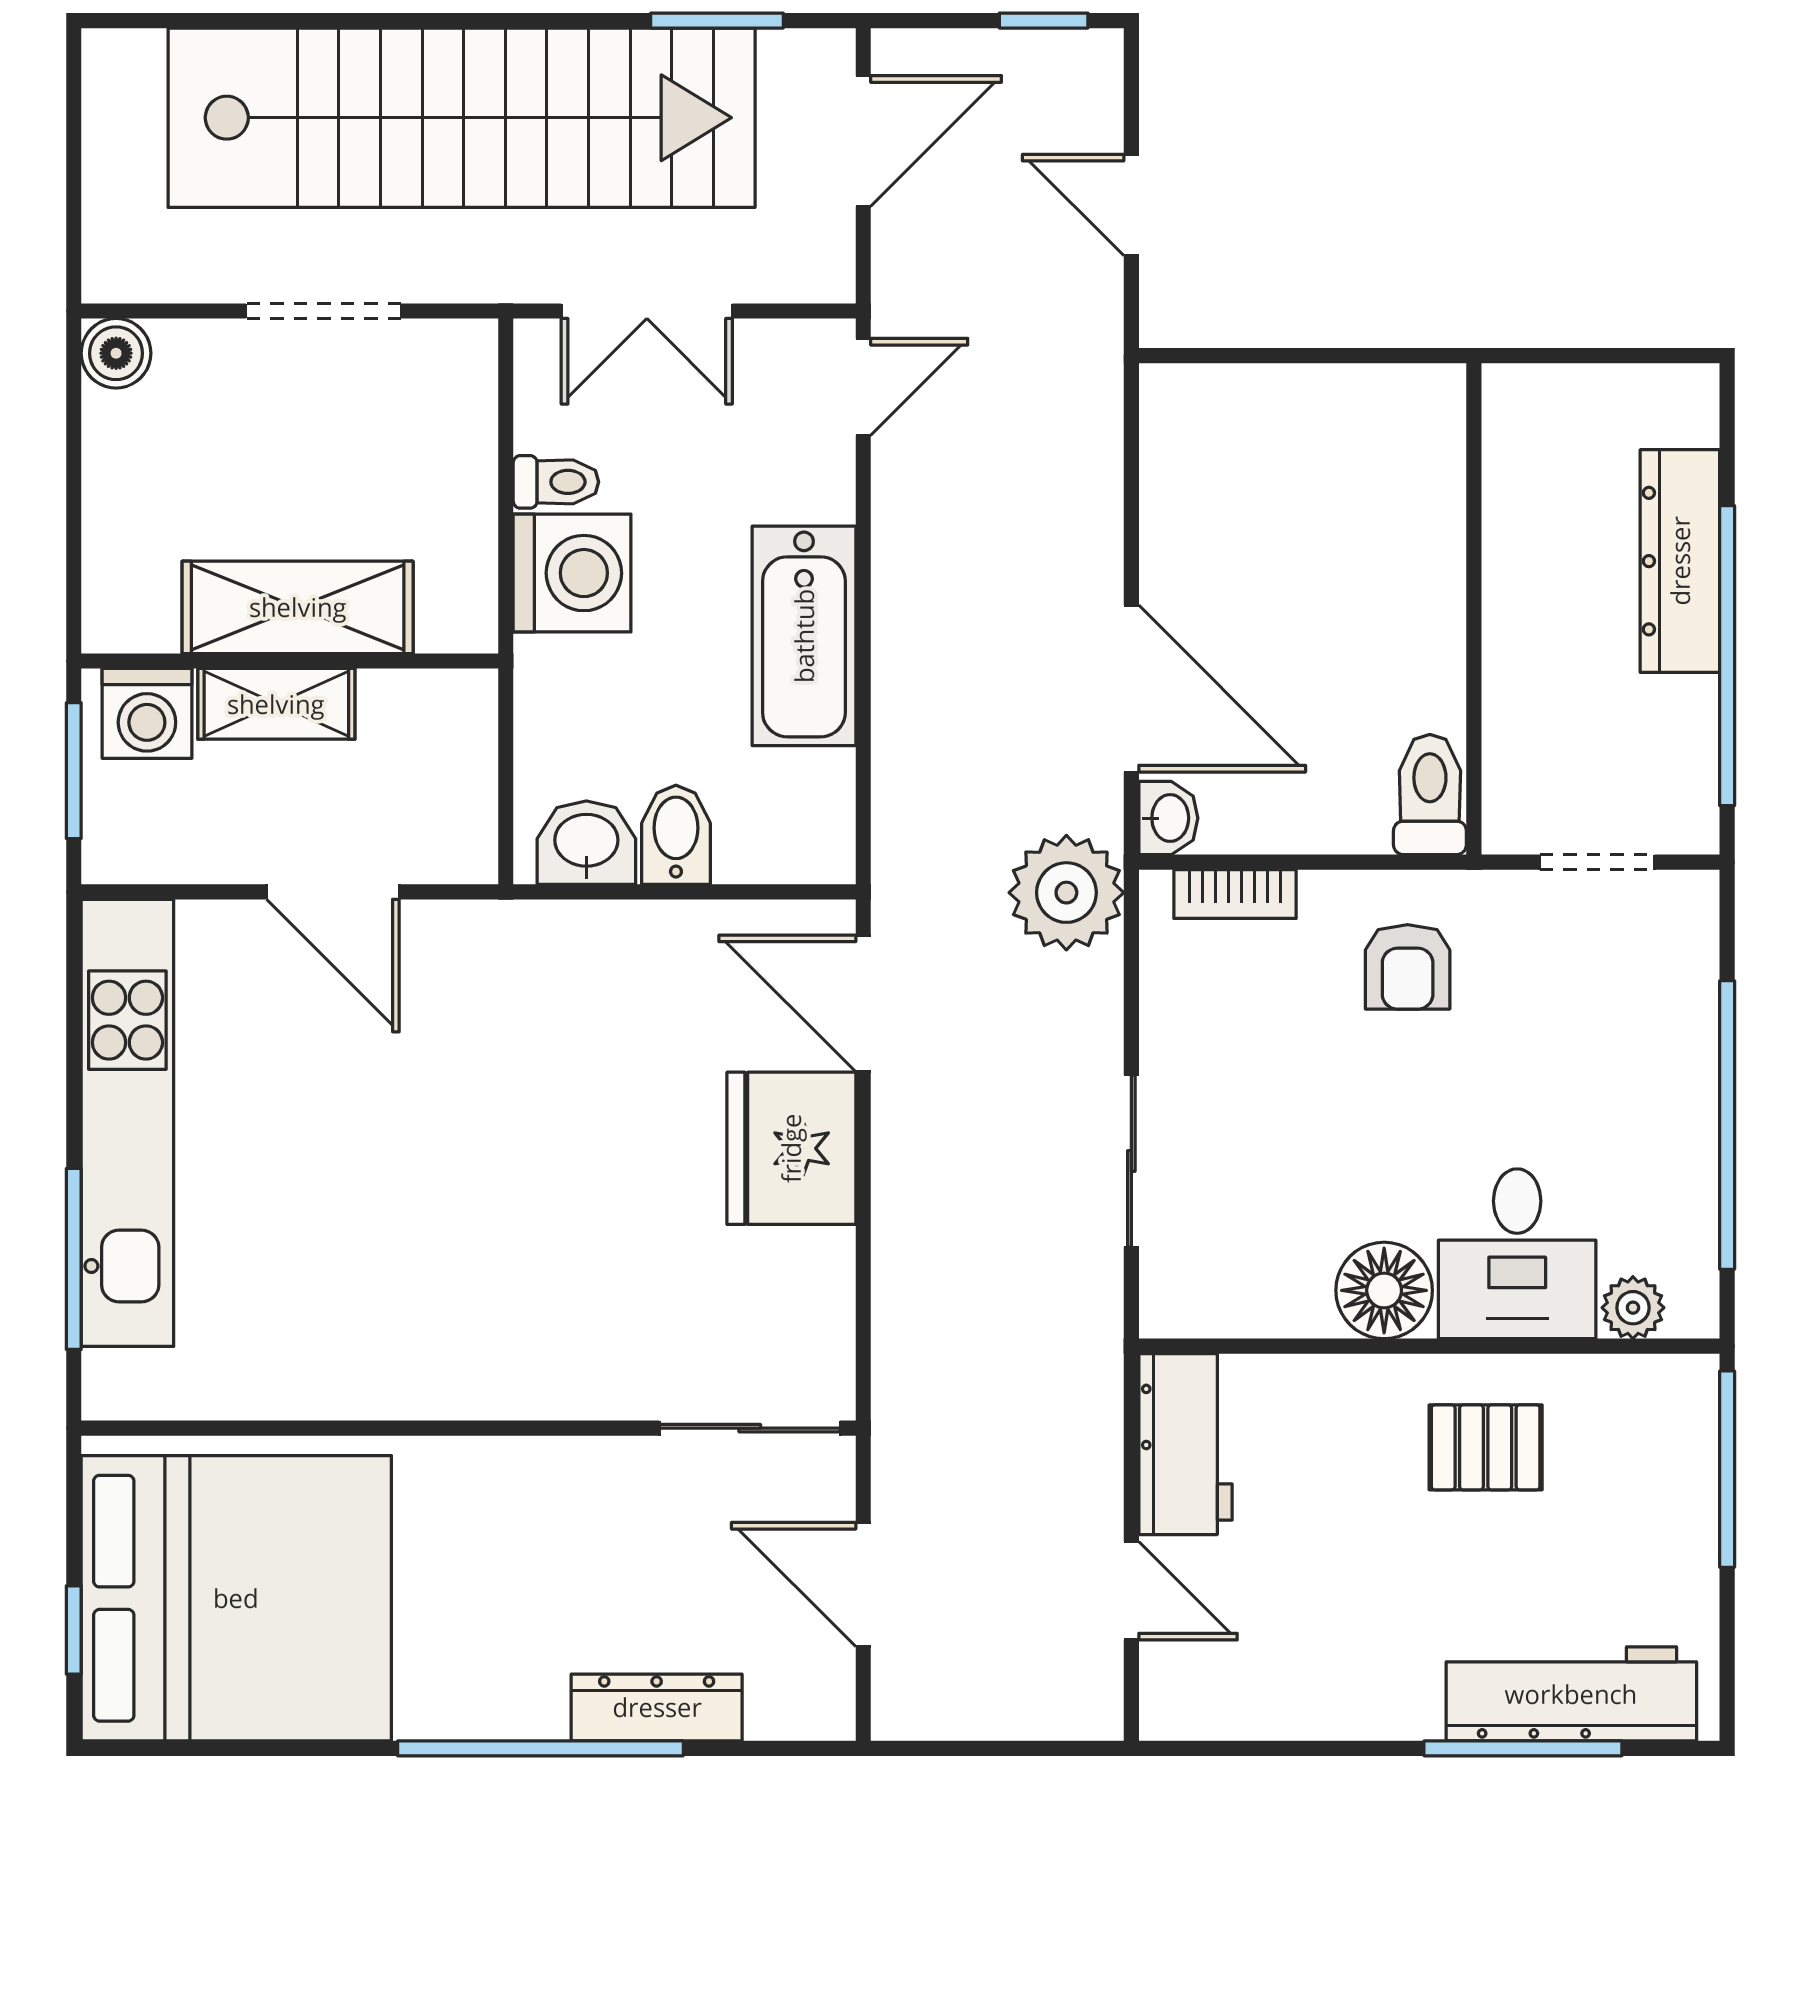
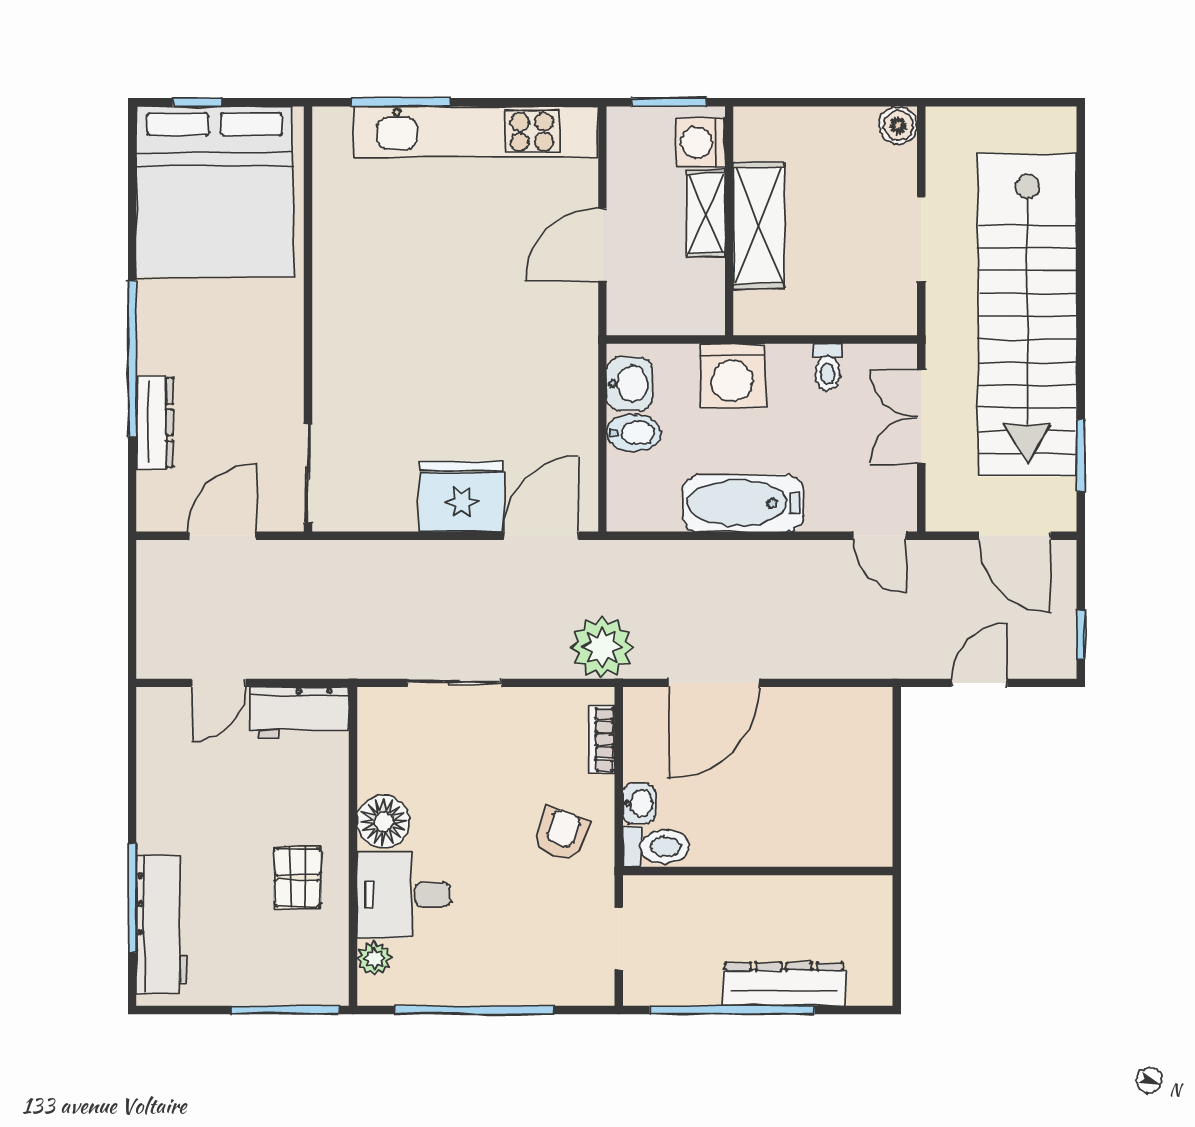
washing machine: (572, 573) -> (732, 376), moved
washbasin: (1168, 818) -> (639, 803), moved, turned -90
armchair: (1408, 967) -> (561, 835), turned 111

